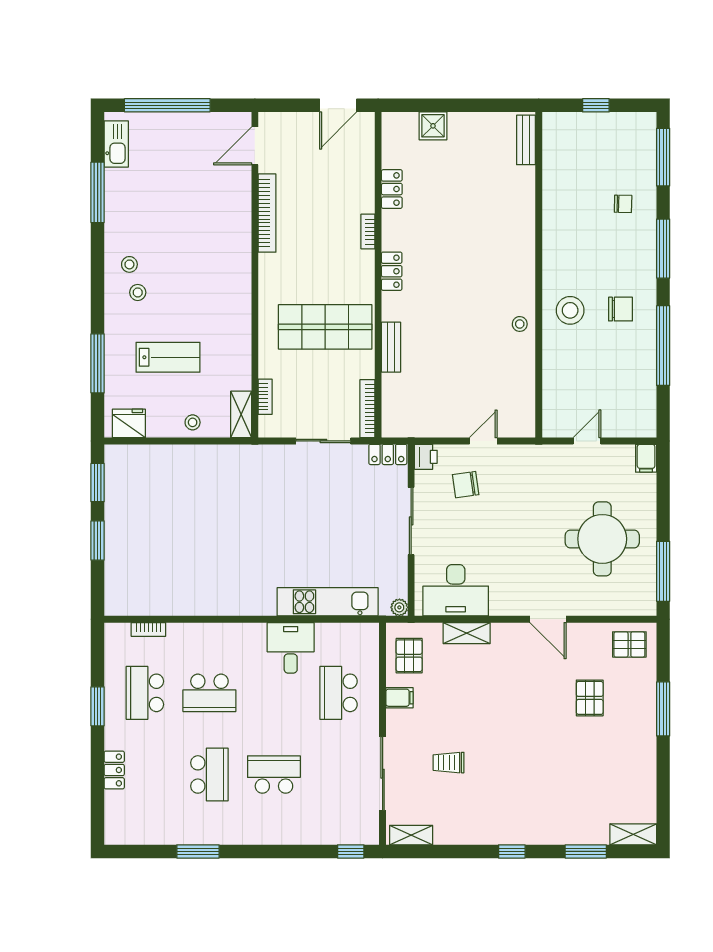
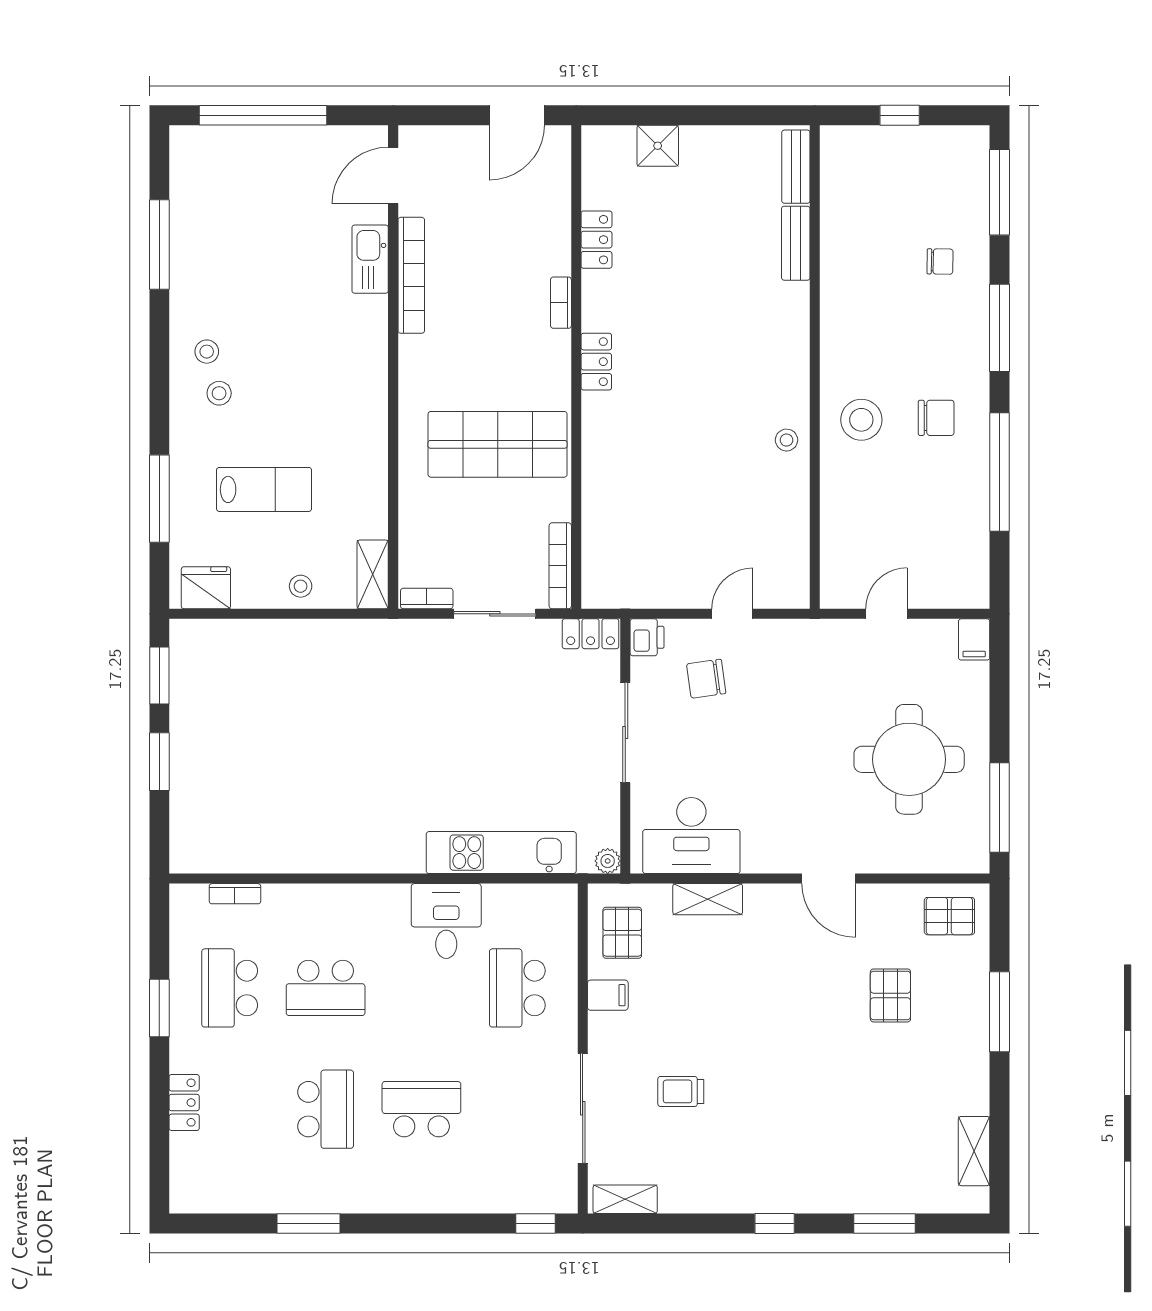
kitchen sink: (116, 144) -> (370, 259), moved, turned 180
bench: (391, 347) -> (796, 243), moved
bookcase: (265, 397) -> (427, 598), moved, turned -90
shelving: (633, 834) -> (974, 1151), moved, turned 90

